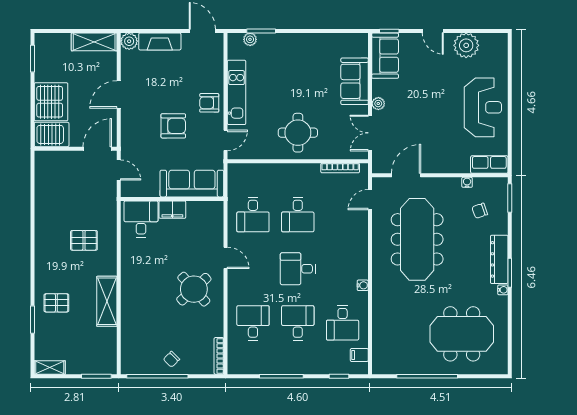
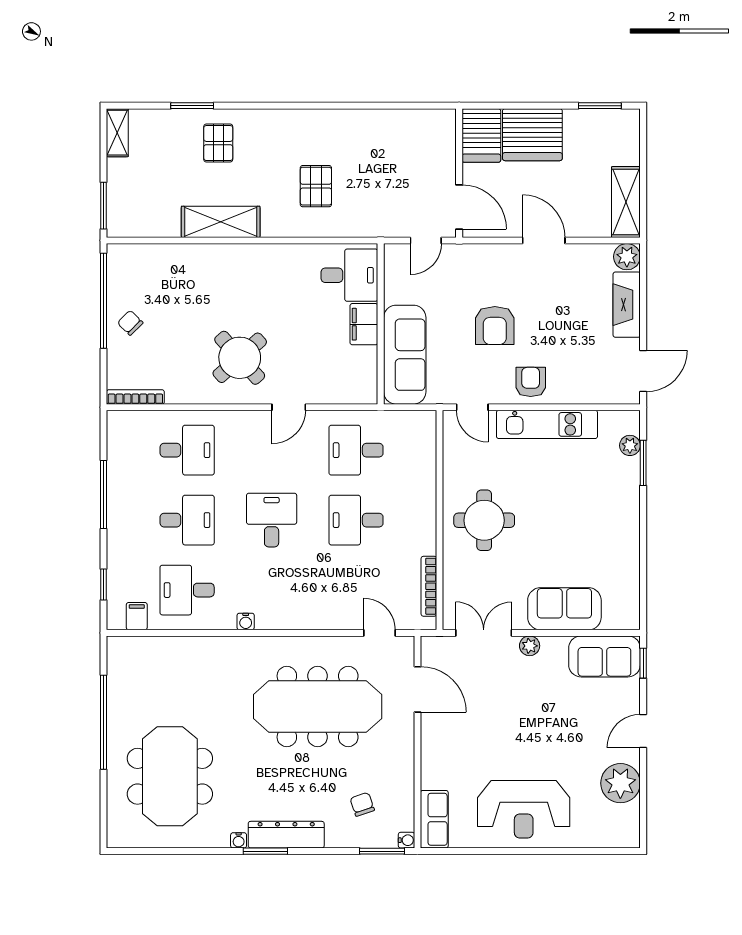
water cooler: (467, 182) -> (406, 840), moved

